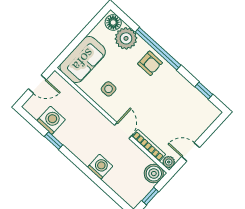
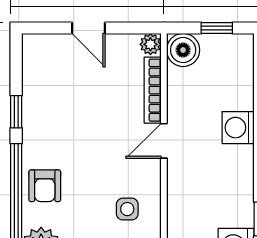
armchair: (150, 63) -> (45, 186), turned 180
window: (204, 91) -> (16, 112), moved
door: (191, 152) -> (89, 28), moved

